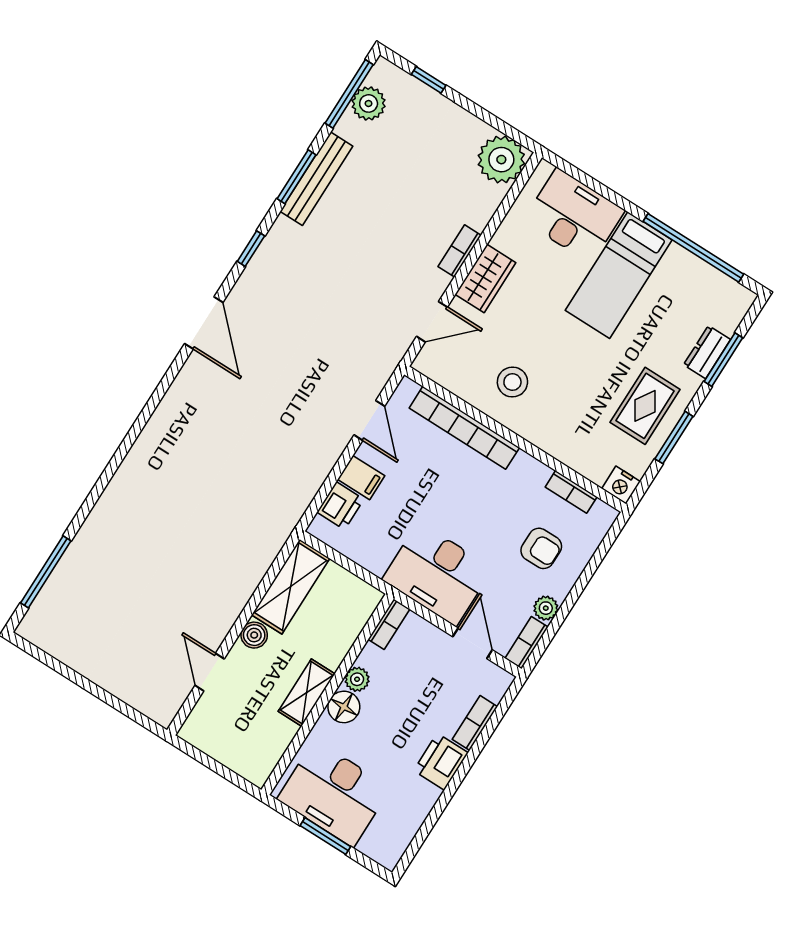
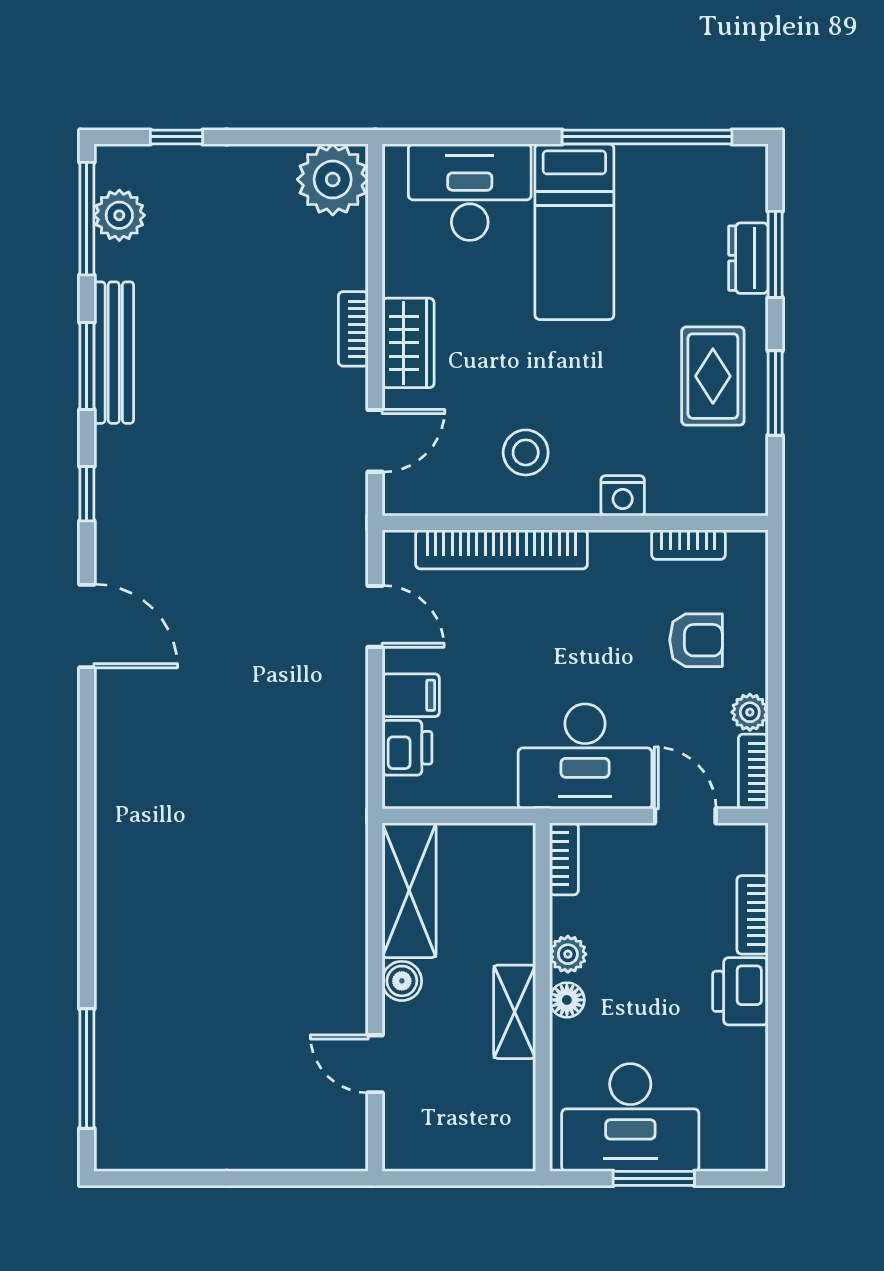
nightstand: (621, 485) -> (623, 496), moved
floor lamp: (344, 707) -> (567, 1000), width x0.73, depth x0.73

